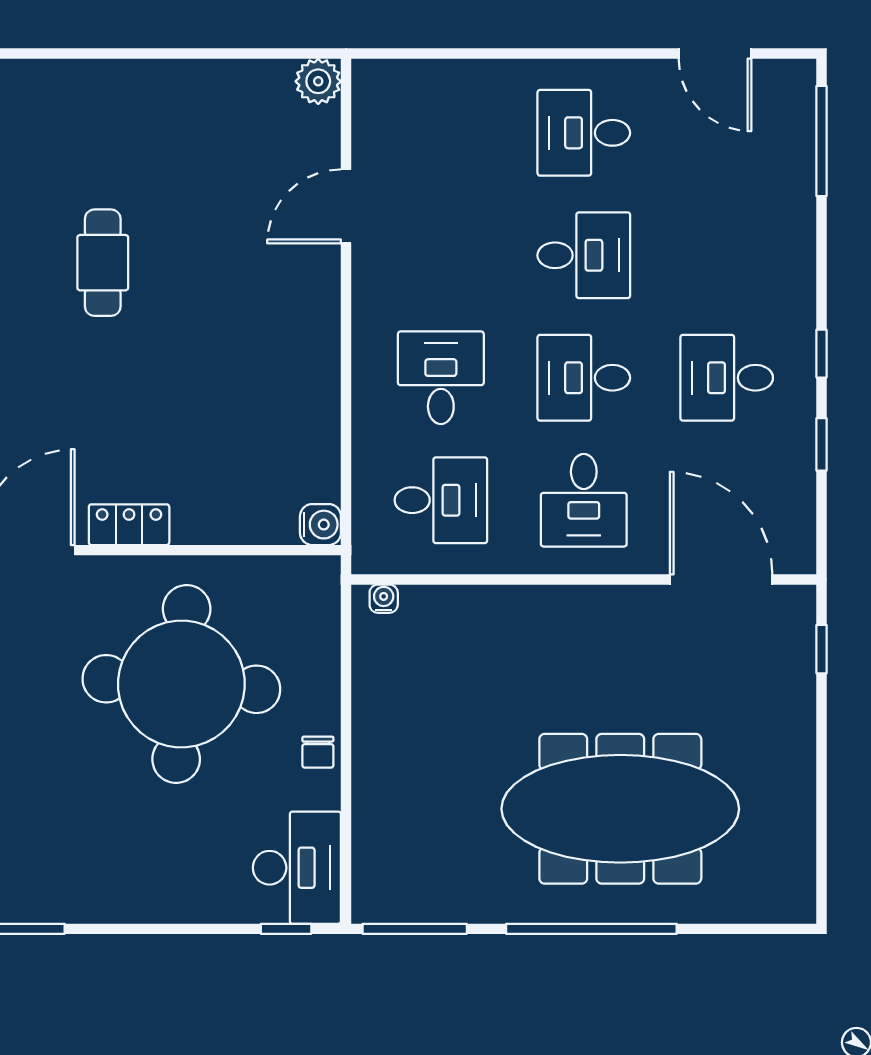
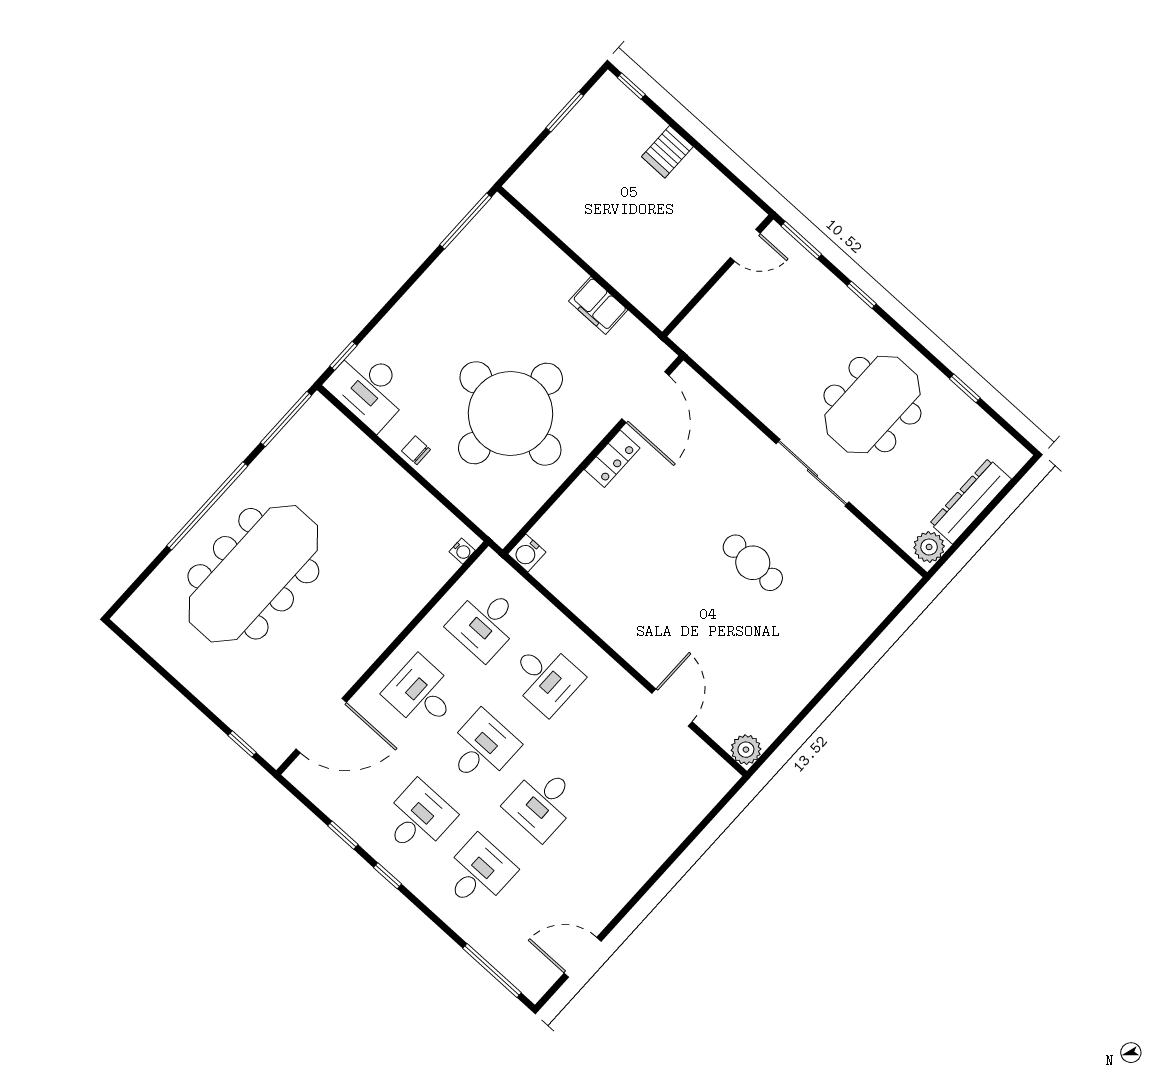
desk: (584, 133) -> (478, 873), moved

